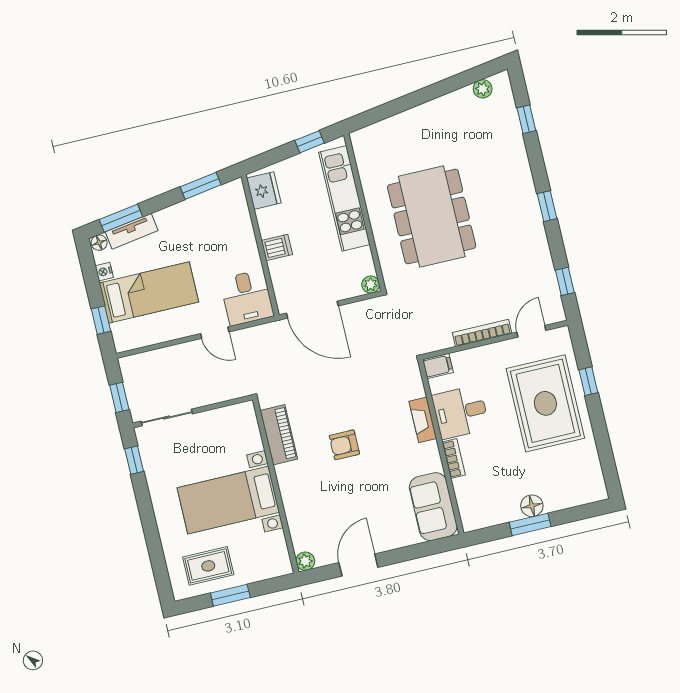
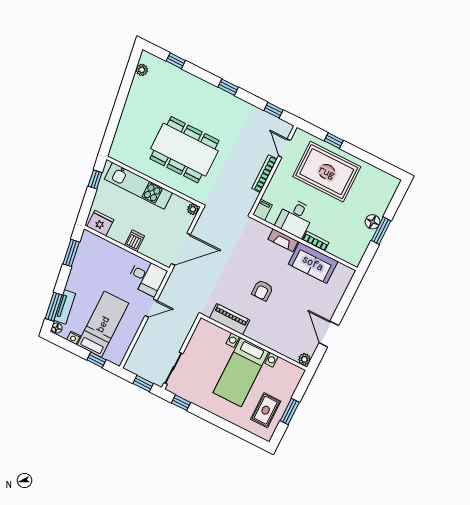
sofa: (433, 507) -> (313, 263), moved

